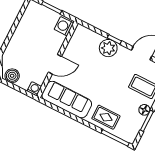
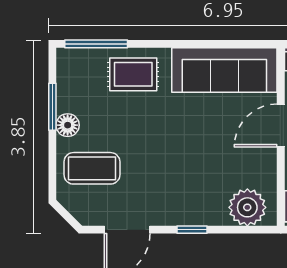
plant: (108, 48) -> (247, 207), moved

